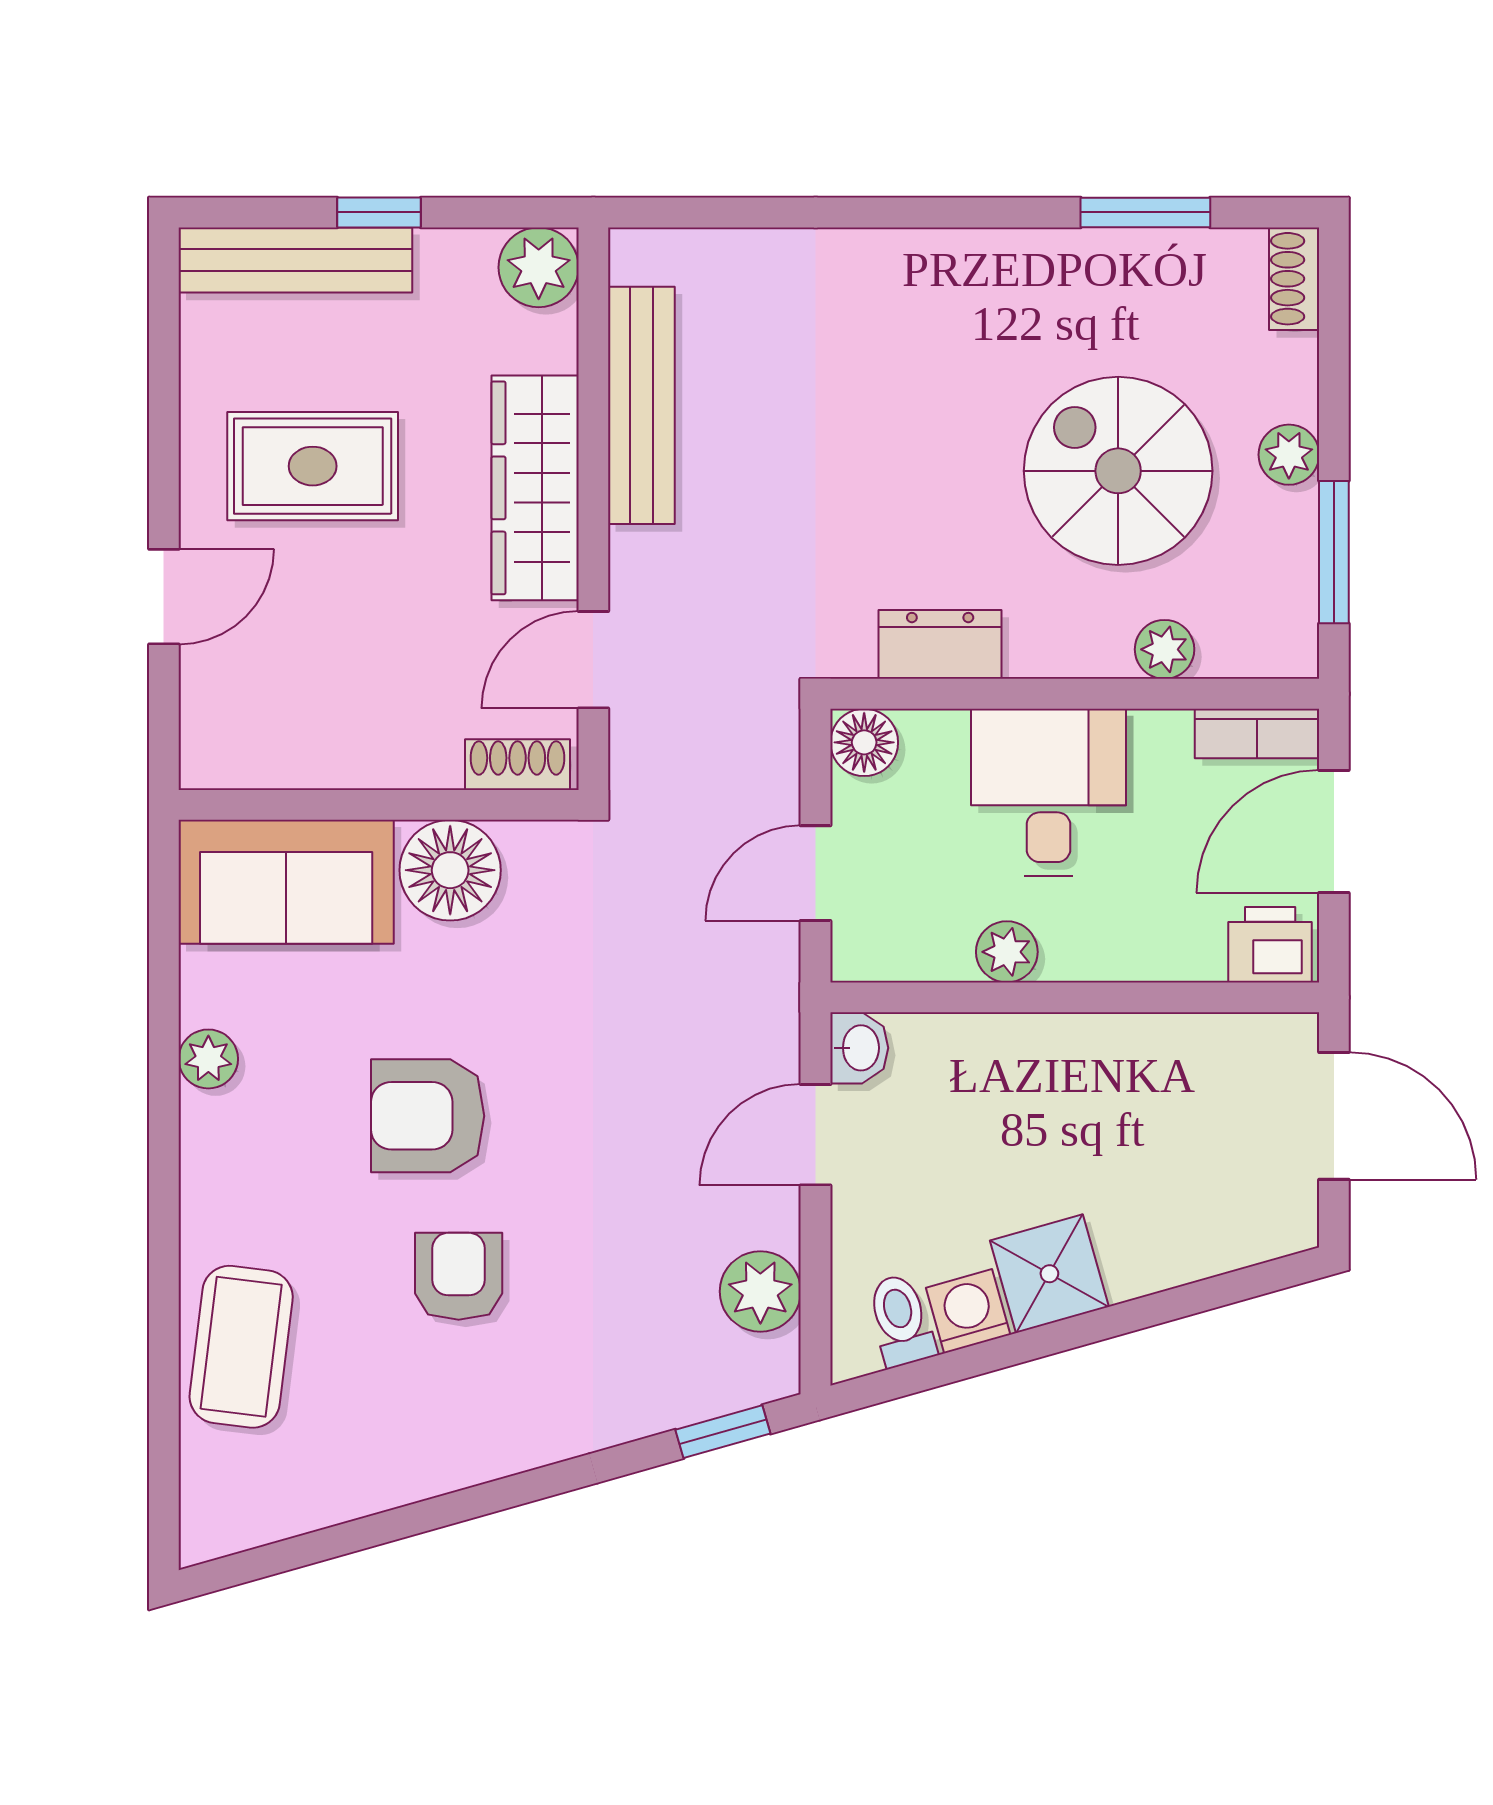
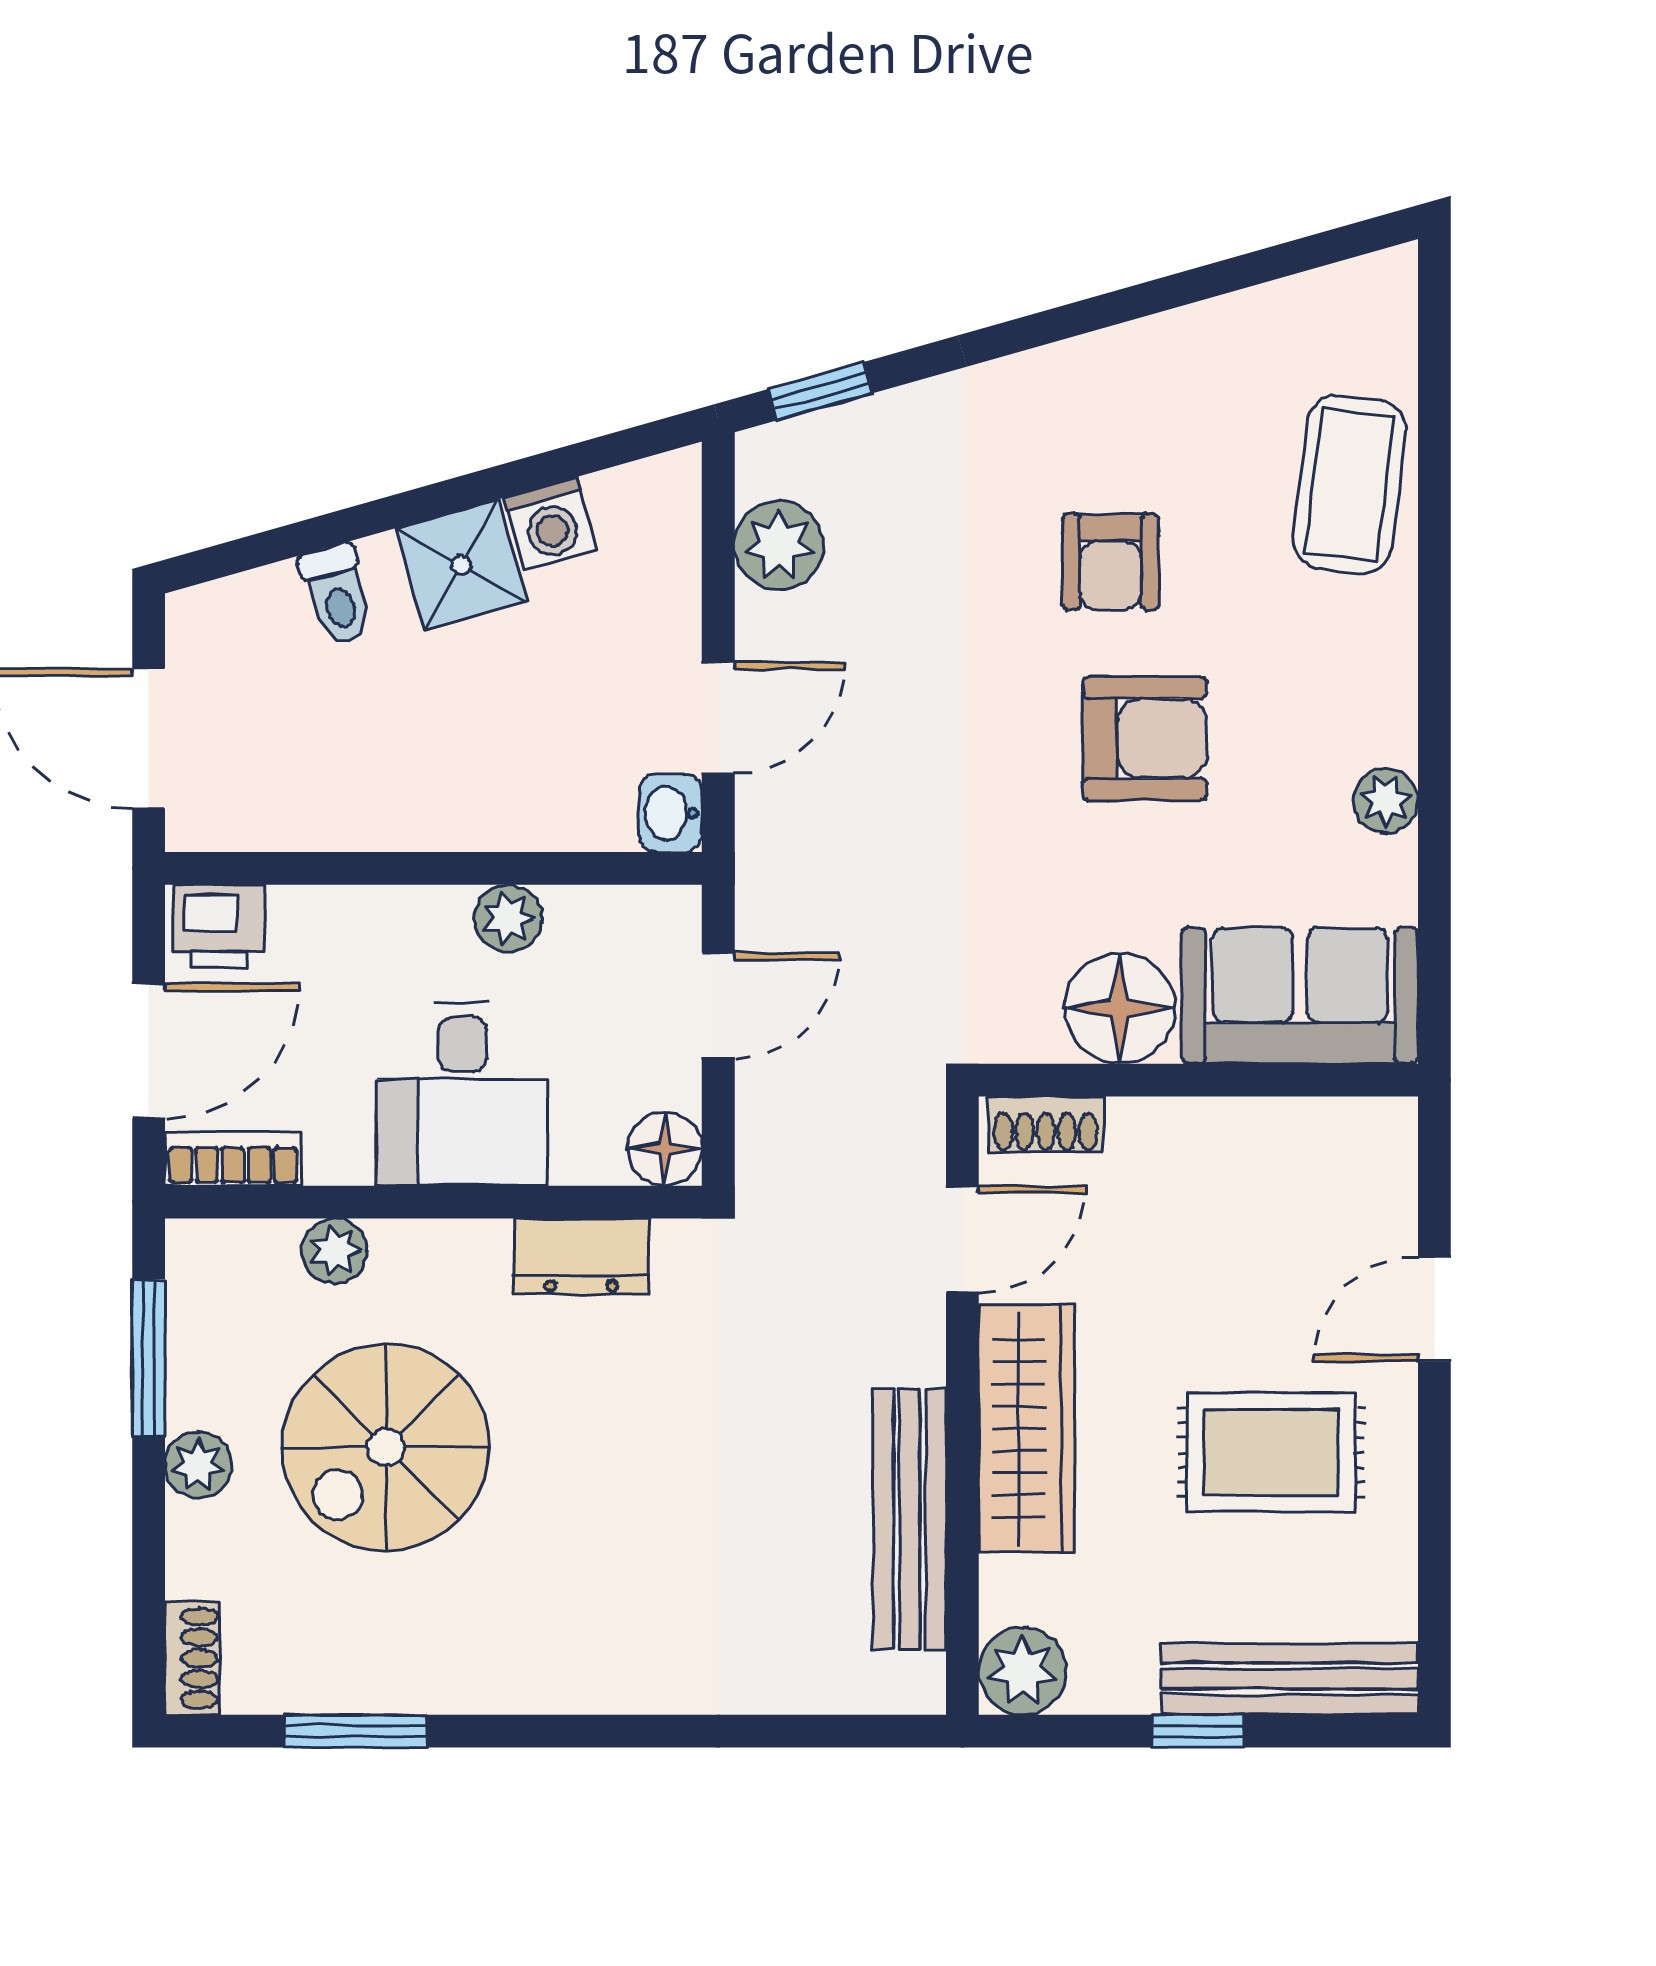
spiral stairs: (1118, 471) -> (386, 1447), turned 90
toilet: (901, 1320) -> (337, 595), moved

